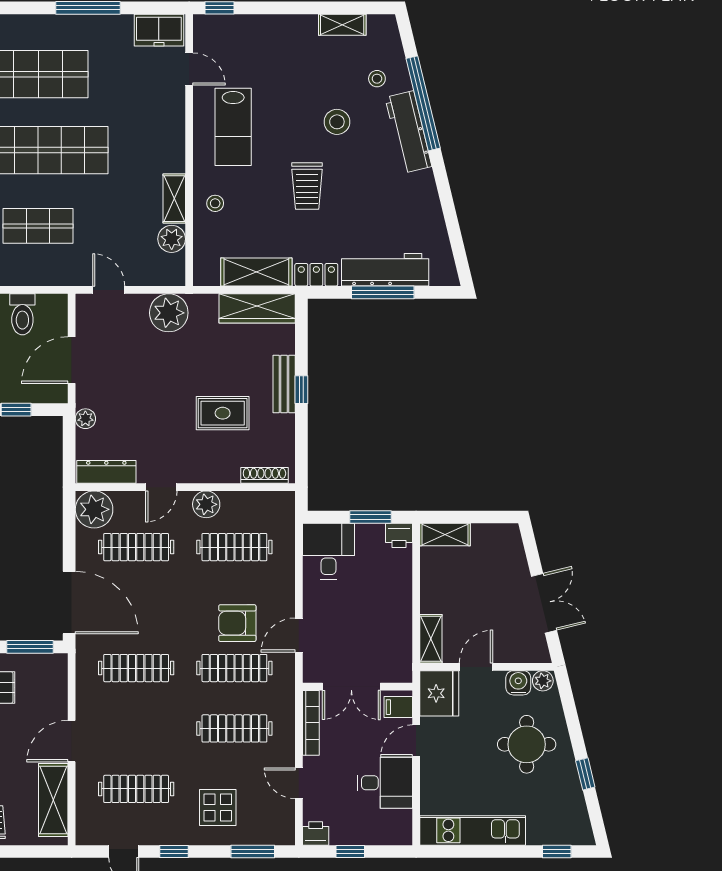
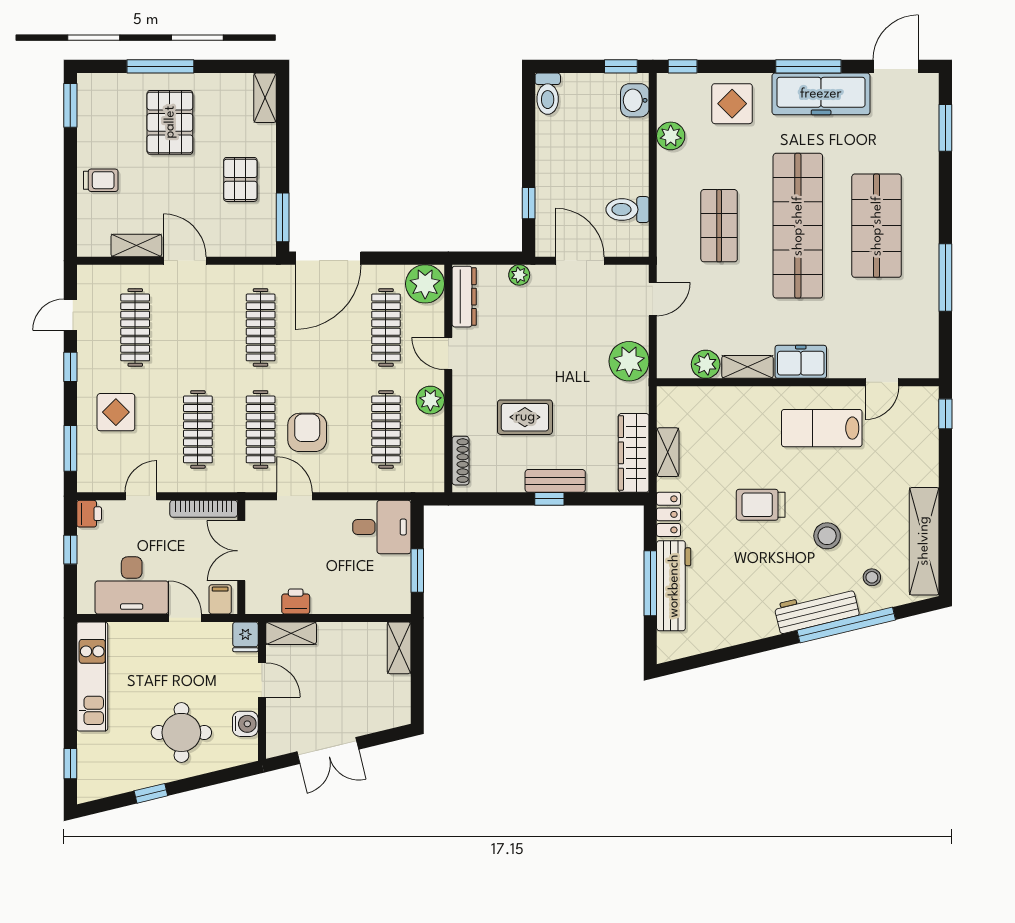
shelving: (342, 25) -> (924, 541), width x2.20, depth x1.33
freezer: (159, 30) -> (801, 362), moved, turned 90
stool: (215, 203) -> (743, 409), removed
shelving: (256, 272) -> (668, 452), width x0.67, depth x0.75
rug: (223, 413) -> (525, 417), turned 90
printer: (399, 535) -> (296, 601), moved, turned 90
plant: (543, 681) -> (247, 749), removed
fridge: (439, 693) -> (245, 637), width x0.53, depth x0.75
desk: (385, 783) -> (132, 585), width x1.37
shelving: (53, 800) -> (136, 245), width x0.67, depth x0.75

